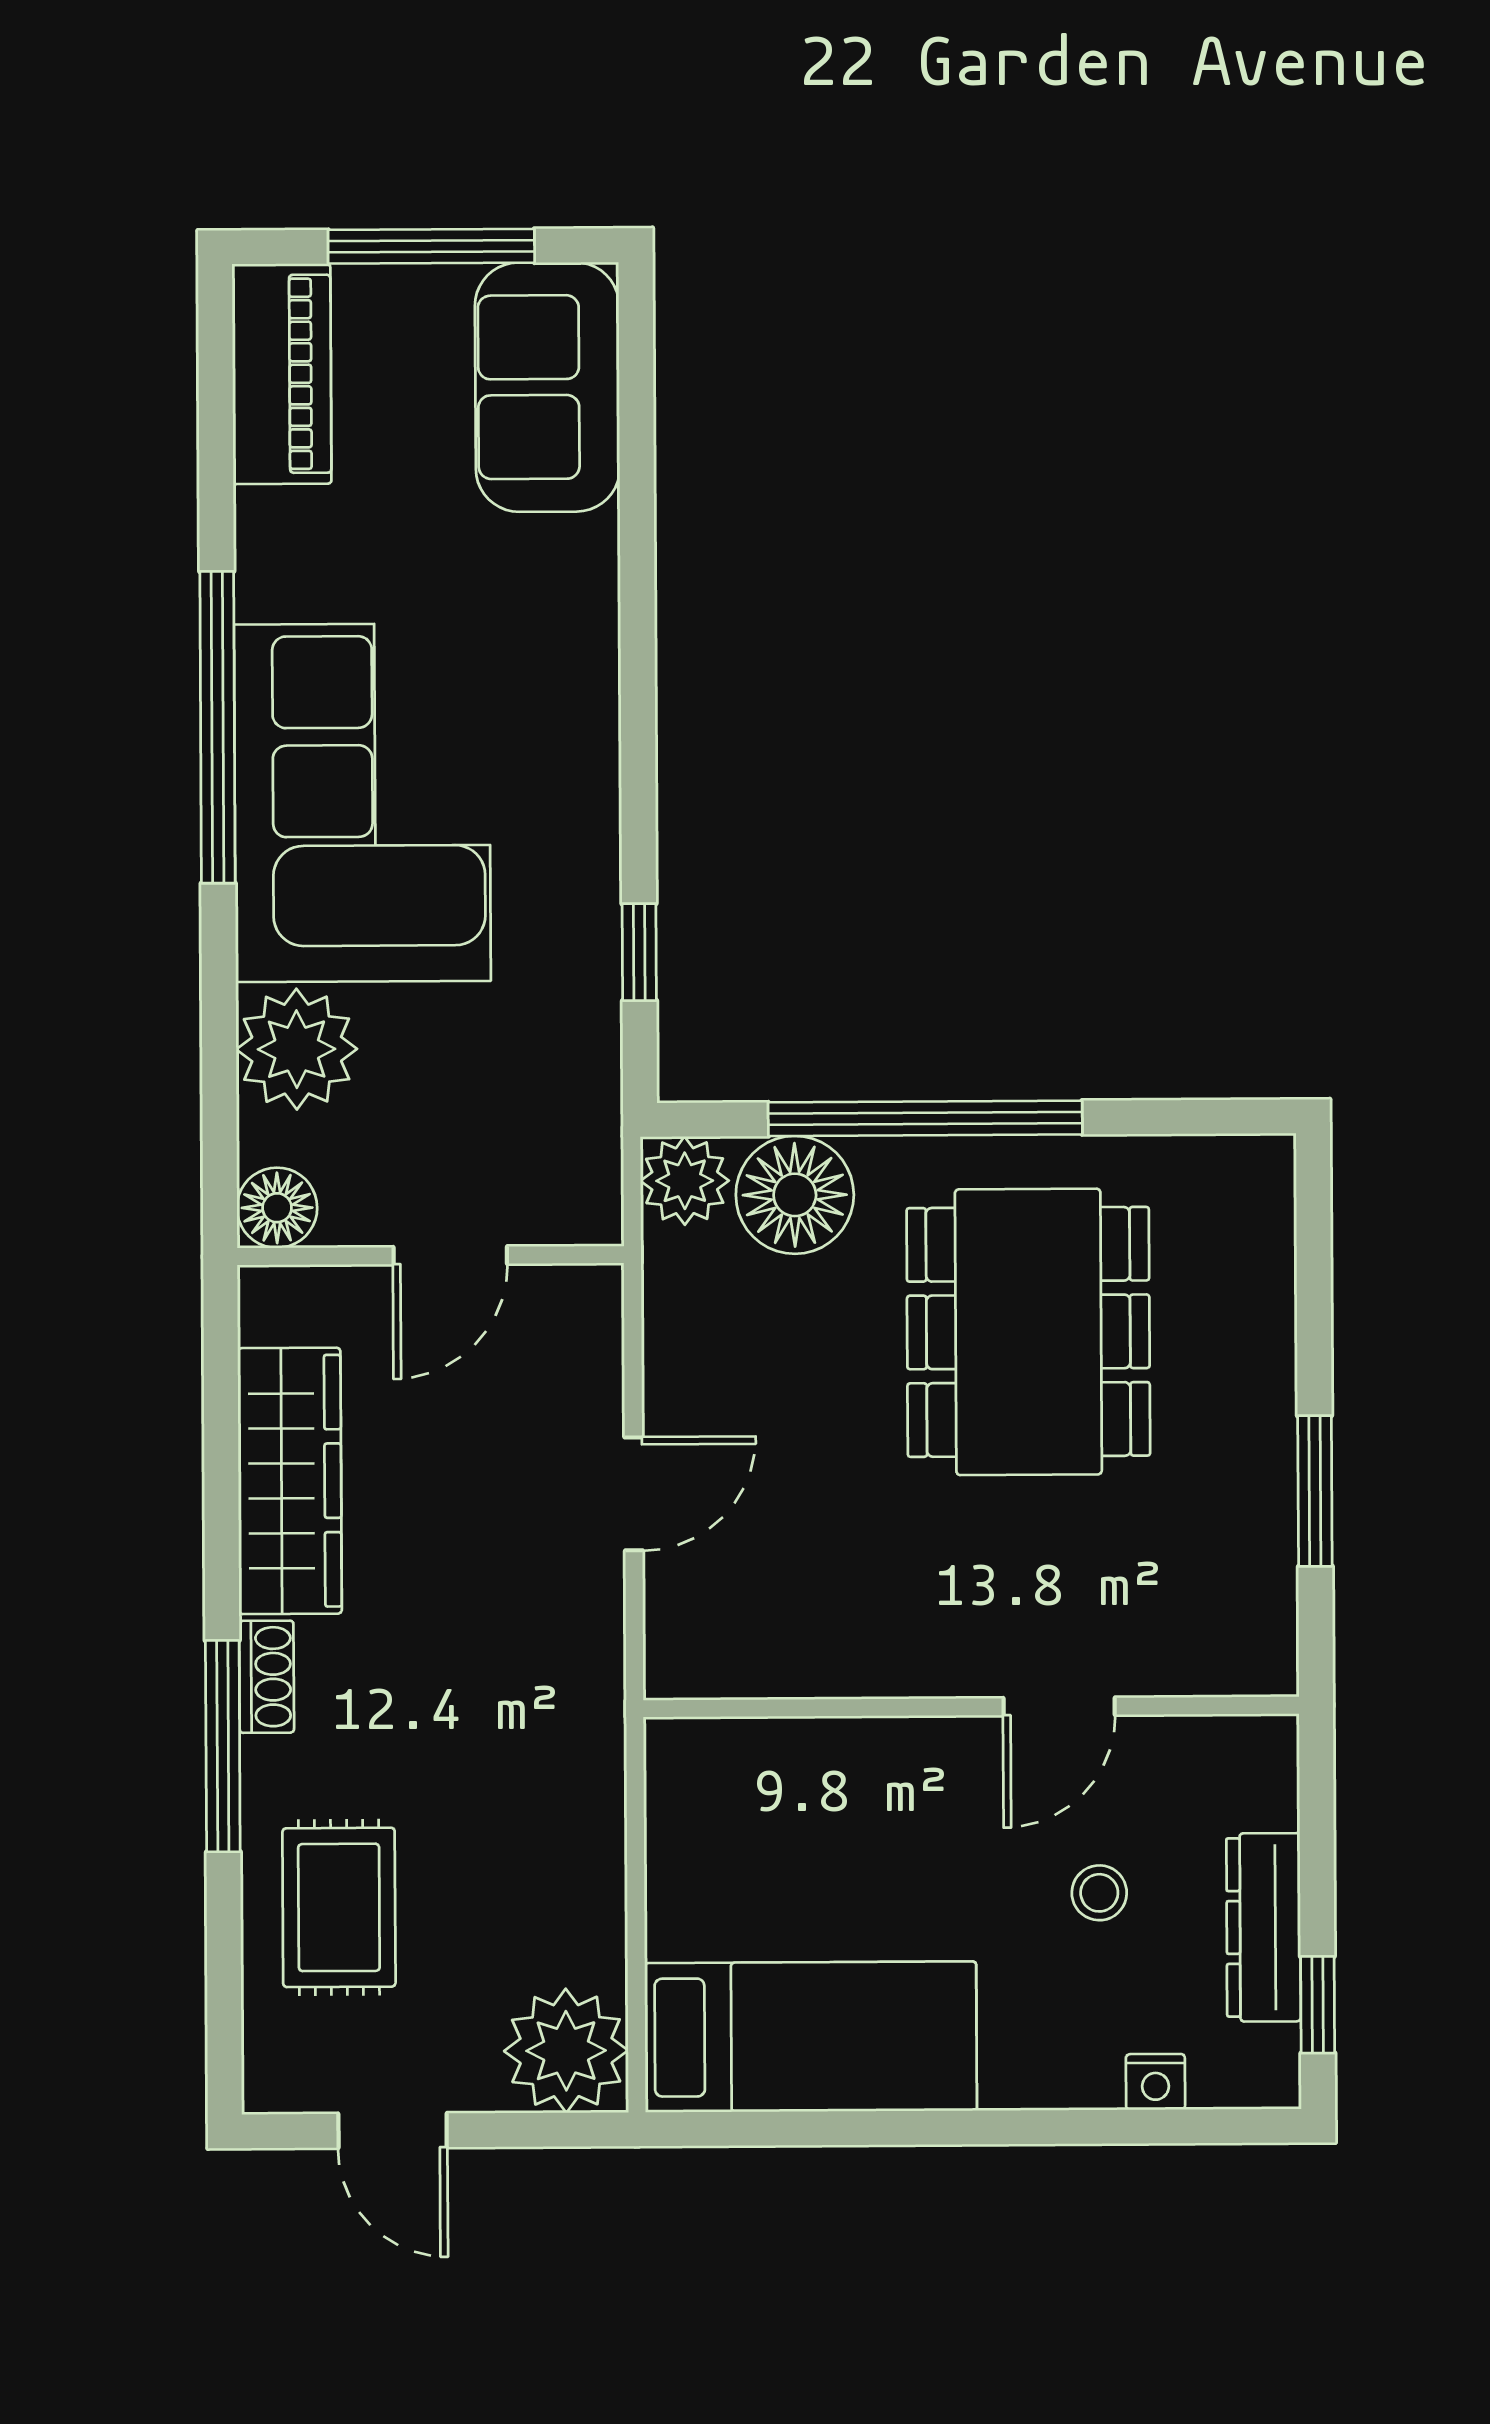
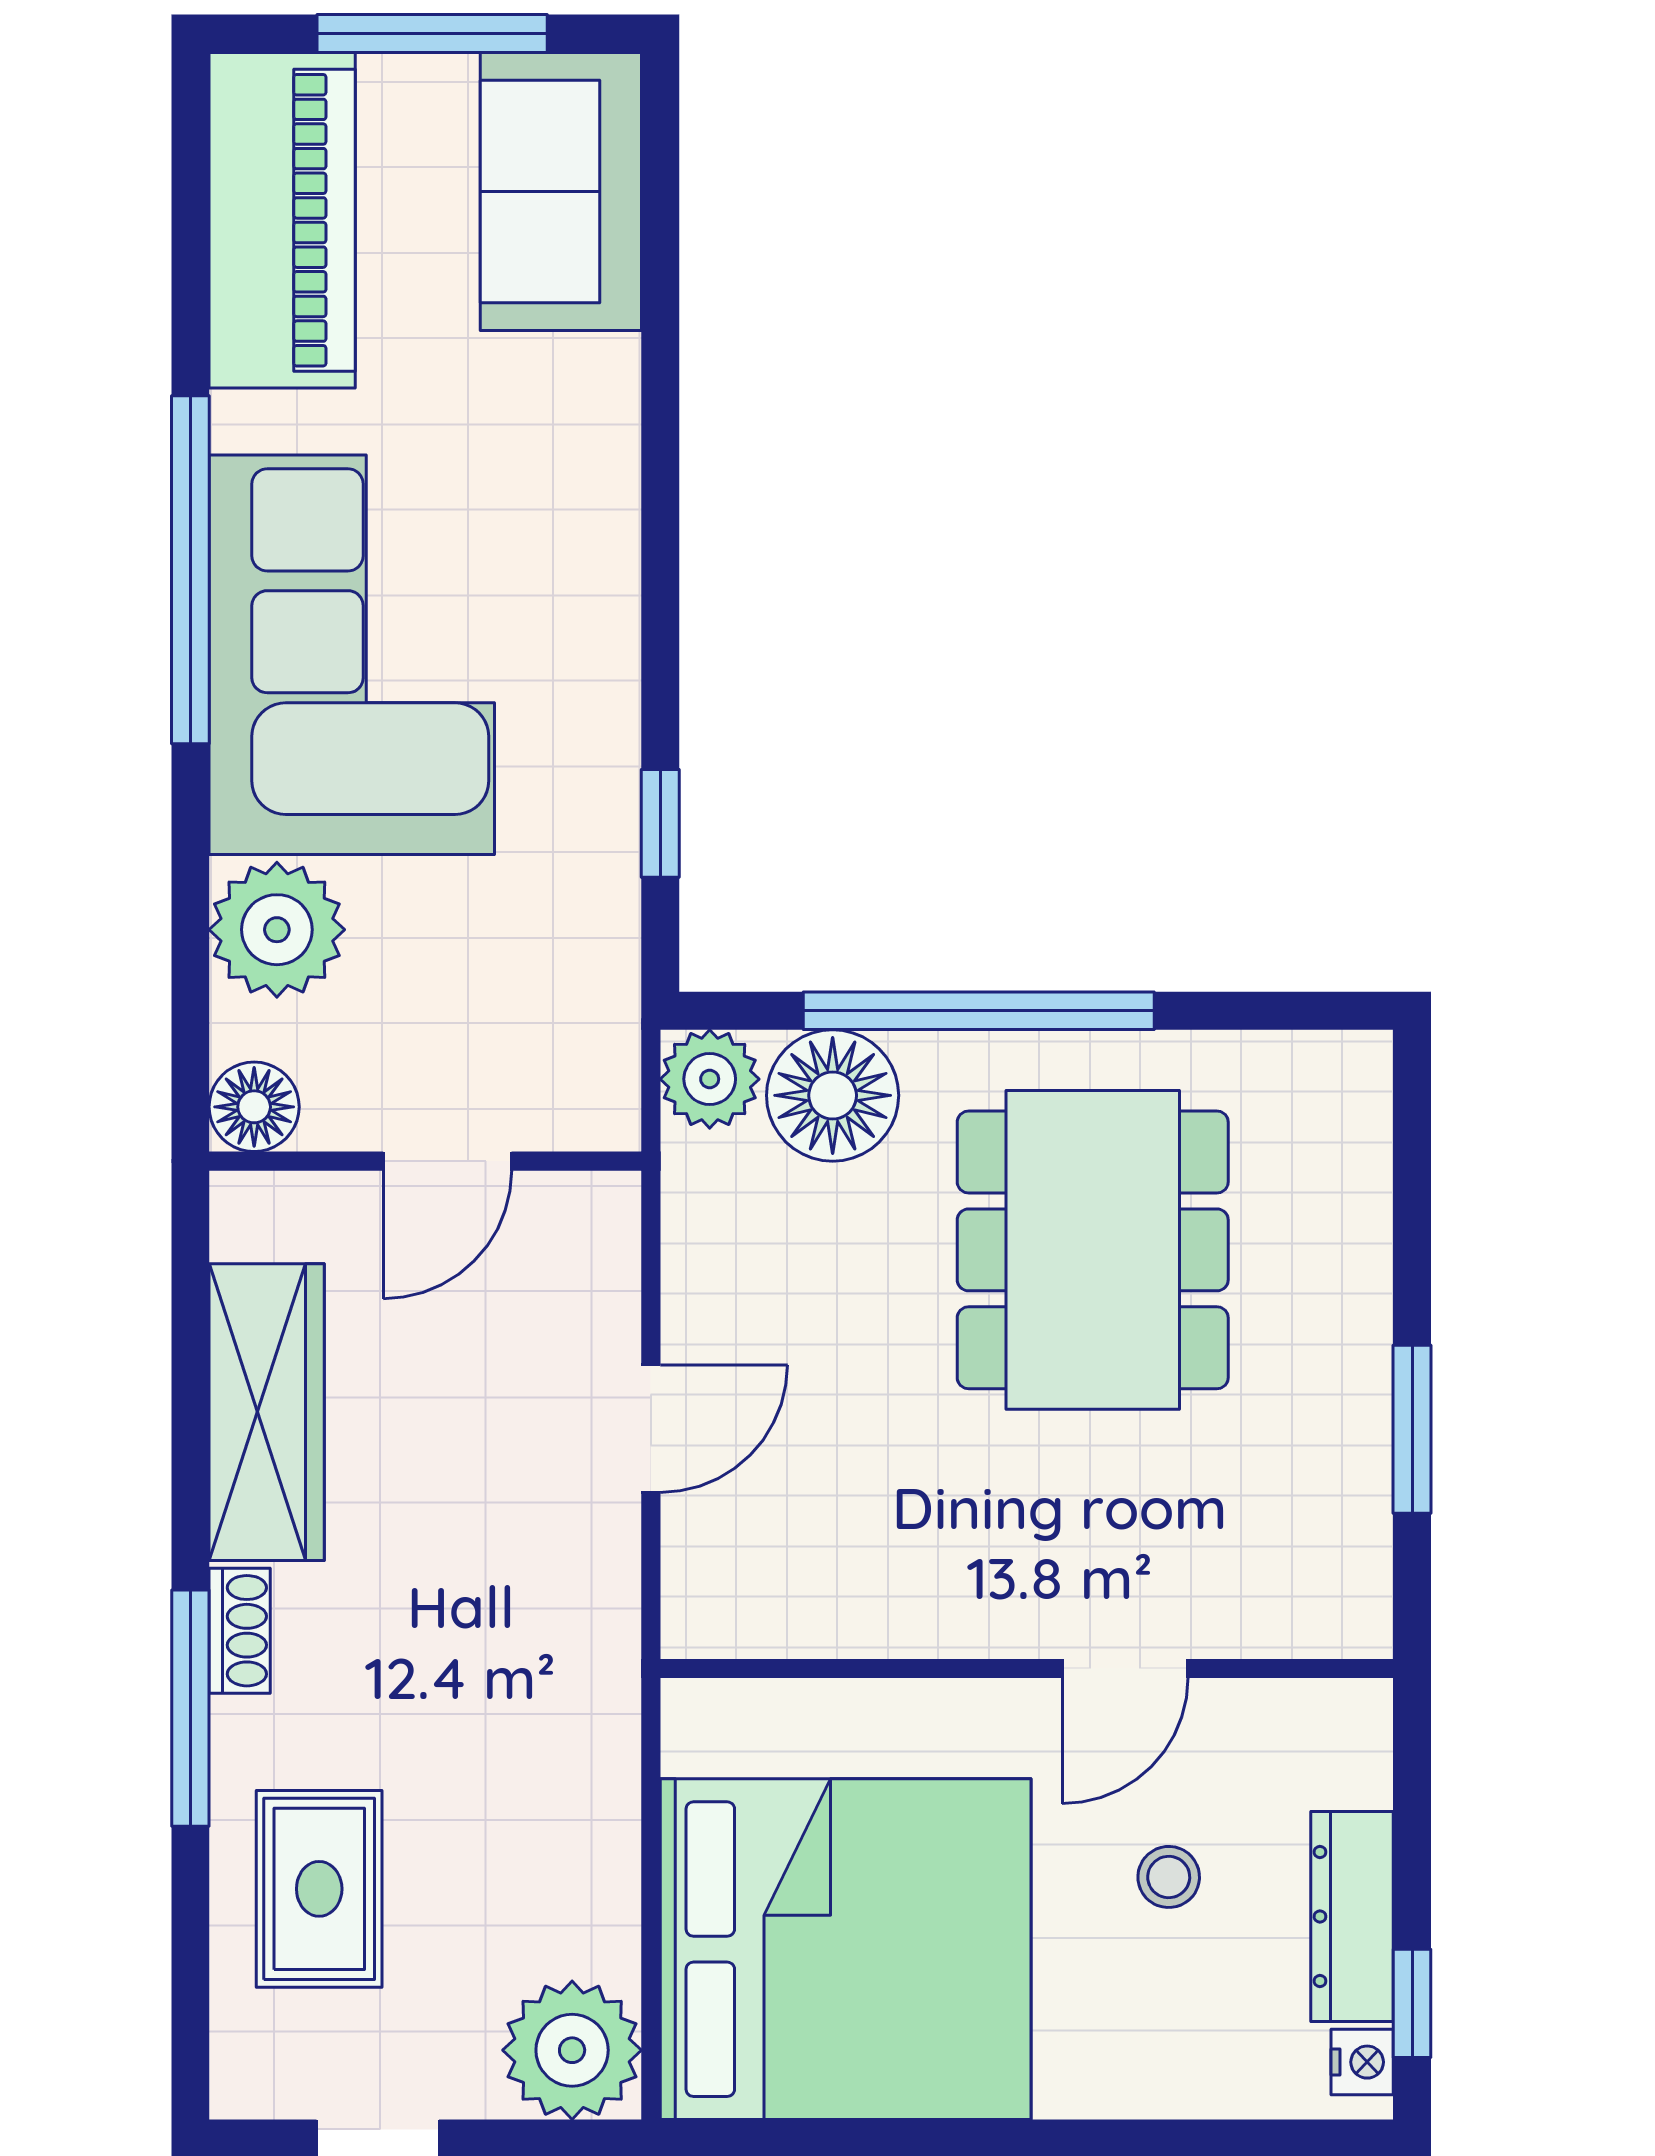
piano: (282, 374) -> (282, 220), width x1.37, depth x1.33
bed: (811, 2037) -> (846, 1949), width x2.04
nightstand: (1155, 2082) -> (1362, 2062), moved, turned -90

